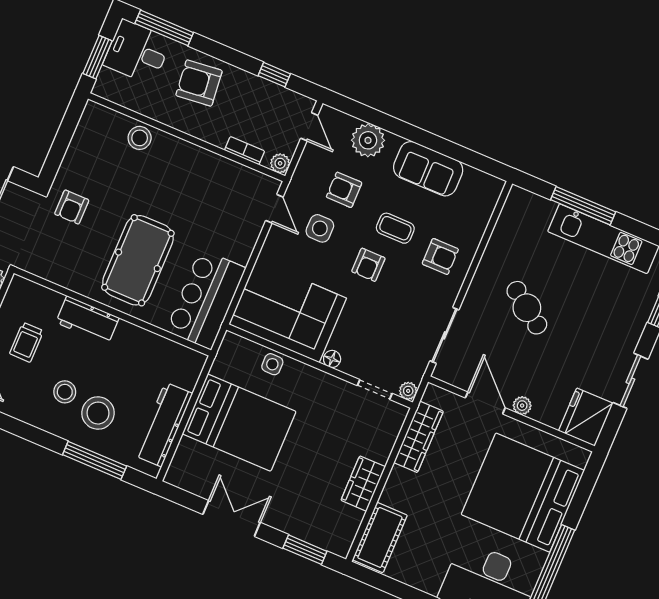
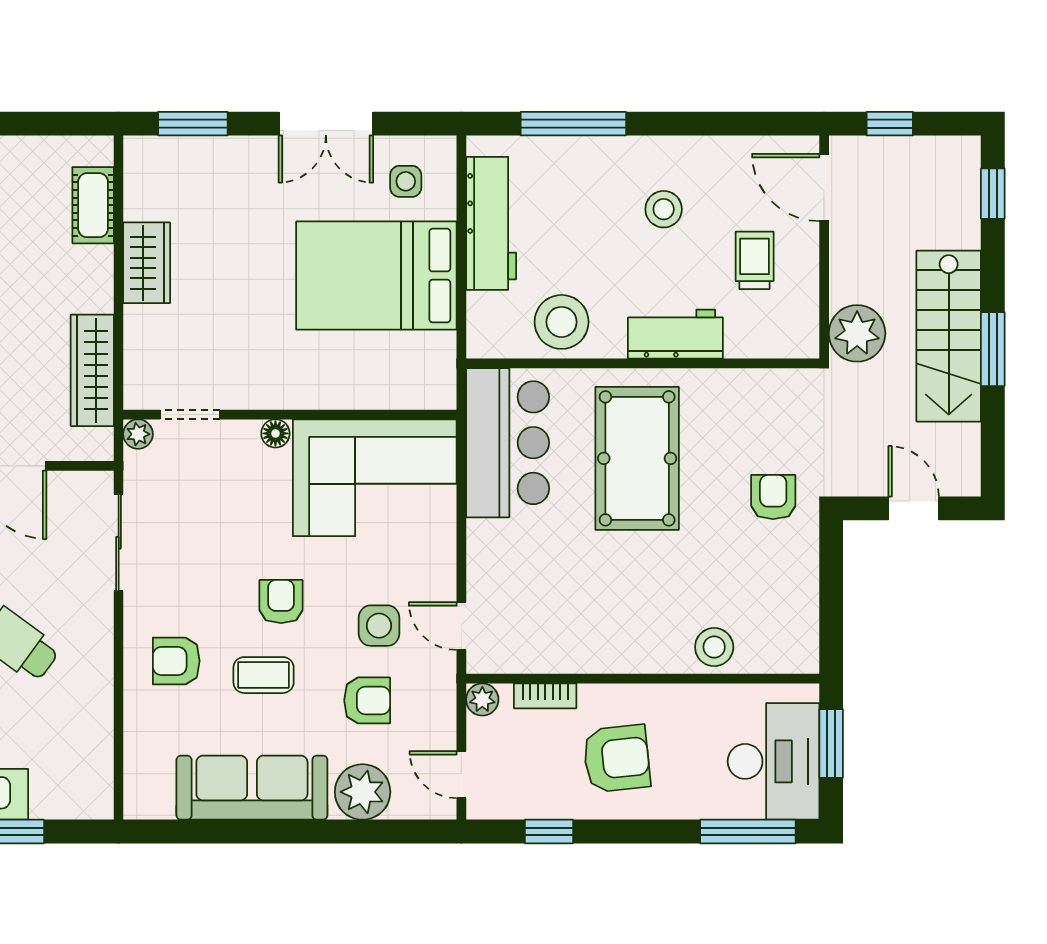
desk: (137, 52) -> (773, 761), width x1.37
armchair: (199, 83) -> (617, 758), moved
sofa: (428, 169) -> (252, 788), width x1.36
side table: (272, 364) -> (406, 181), moved
stool: (98, 413) -> (562, 322), moved
cot: (380, 537) -> (93, 205), width x0.73, depth x0.75

